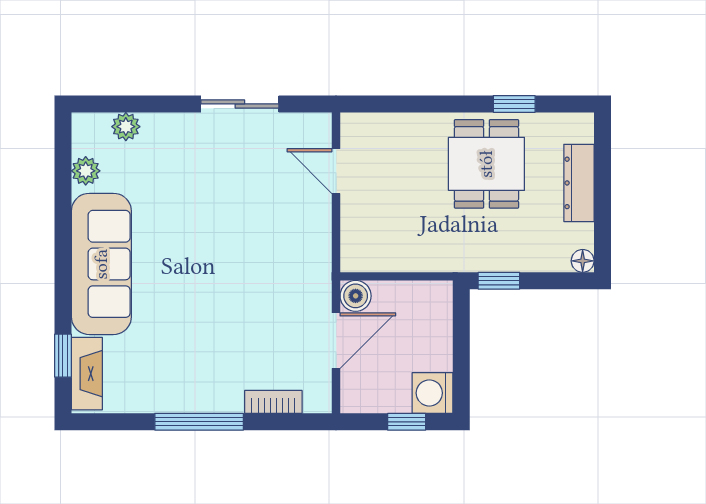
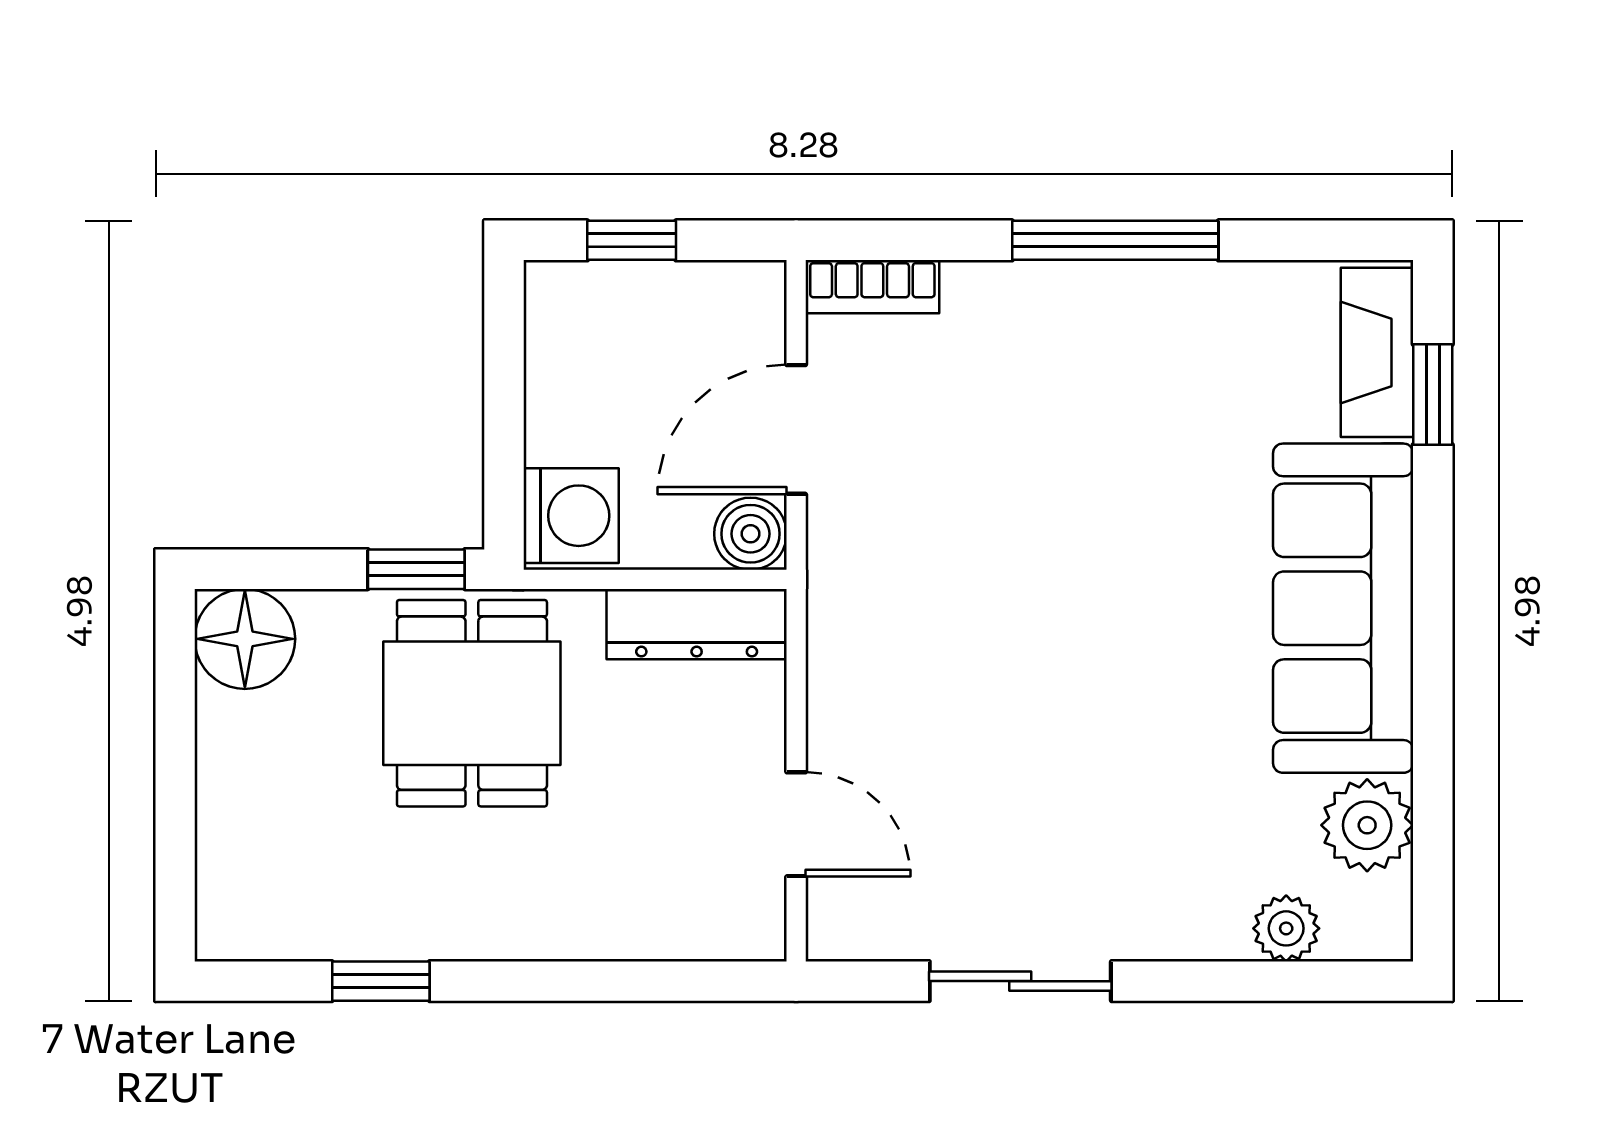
dining table: (486, 164) -> (472, 703), moved
plant: (86, 171) -> (1367, 825), width x1.38, depth x1.38
dresser: (579, 183) -> (697, 624), moved, turned 90
floor lamp: (583, 261) -> (245, 639), width x1.89, depth x1.89
washing machine: (433, 393) -> (571, 516), moved
bookcase: (273, 402) -> (872, 287), moved

